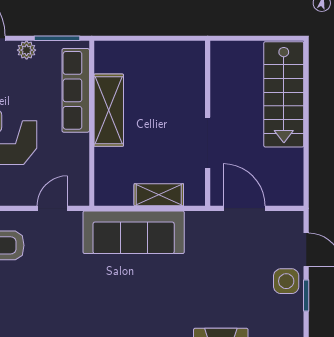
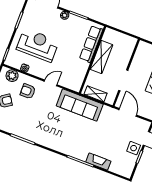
row of seats: (76, 90) -> (91, 44), moved
shelving: (109, 110) -> (101, 57), moved
wall: (92, 123) -> (92, 60), moved

